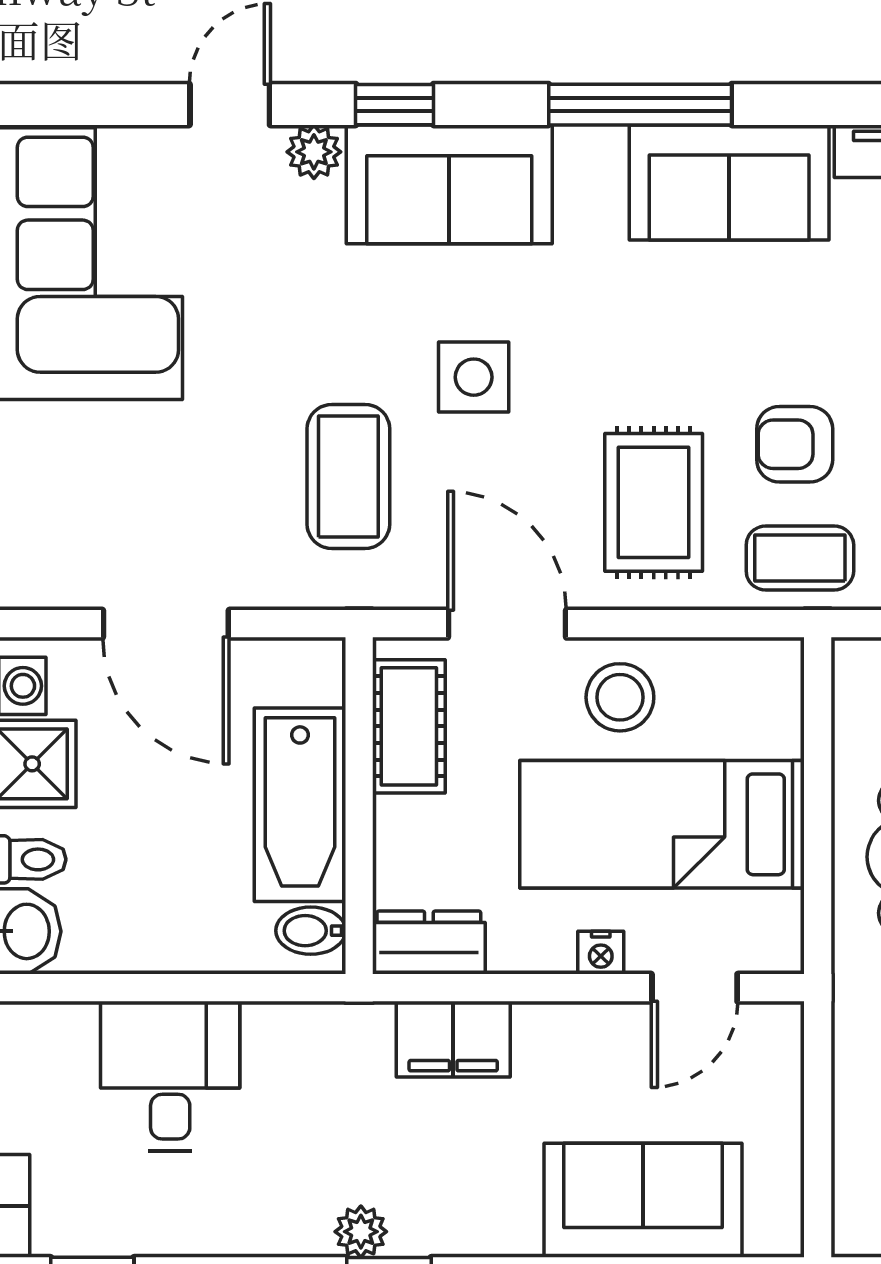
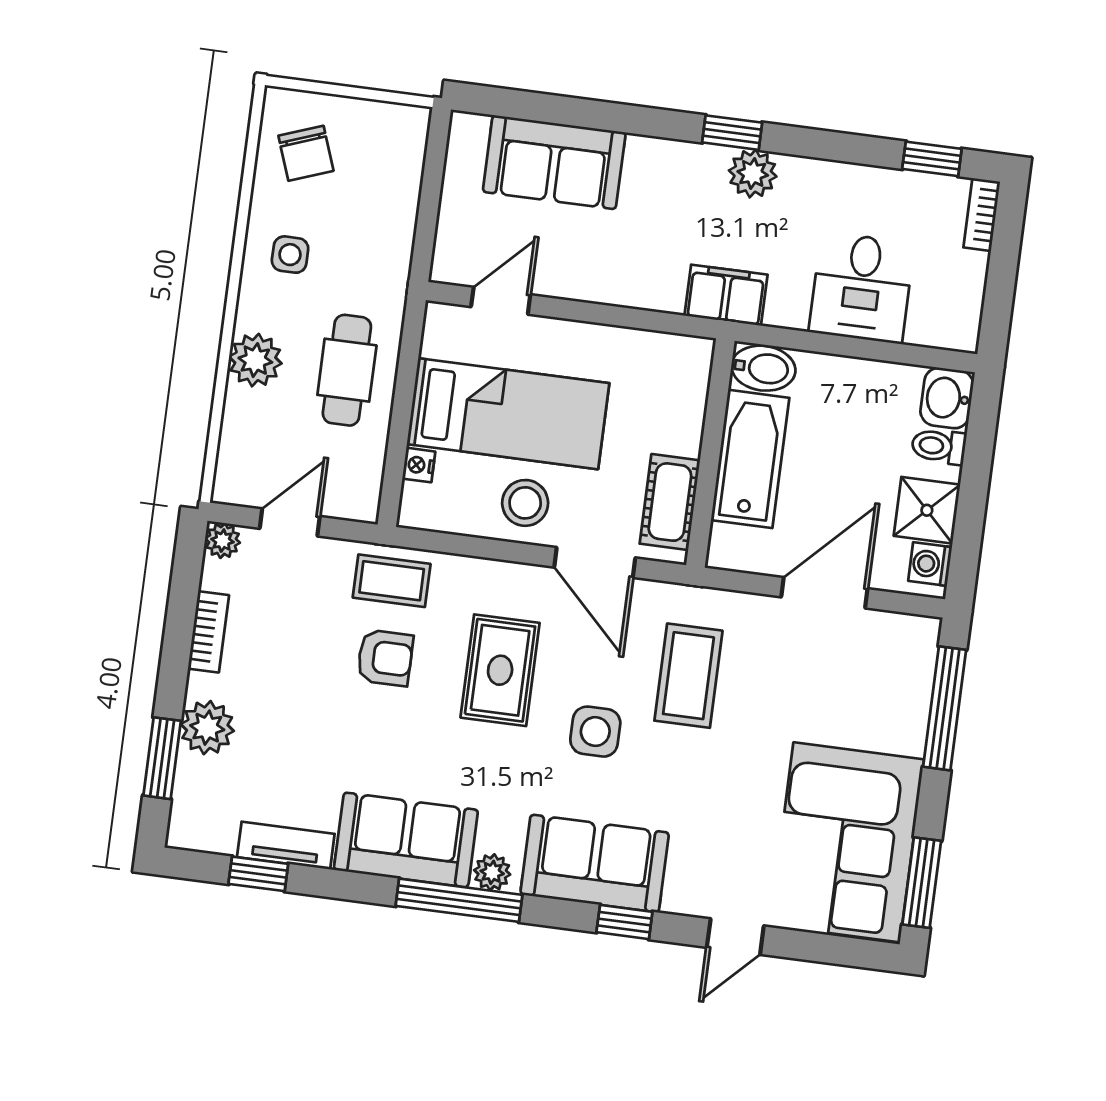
plant: (314, 152) -> (492, 872), moved
rug: (654, 502) -> (500, 670), moved
door: (166, 624) -> (824, 593), hinge flipped
bidet: (311, 931) -> (763, 368), width x1.38, depth x1.36
dresser: (429, 943) -> (676, 355), removed
nightstand: (601, 953) -> (419, 465), moved, turned -90
filing cabinet: (453, 1039) -> (726, 295), moved
plant: (361, 1232) -> (753, 173), width x1.38, depth x1.38

